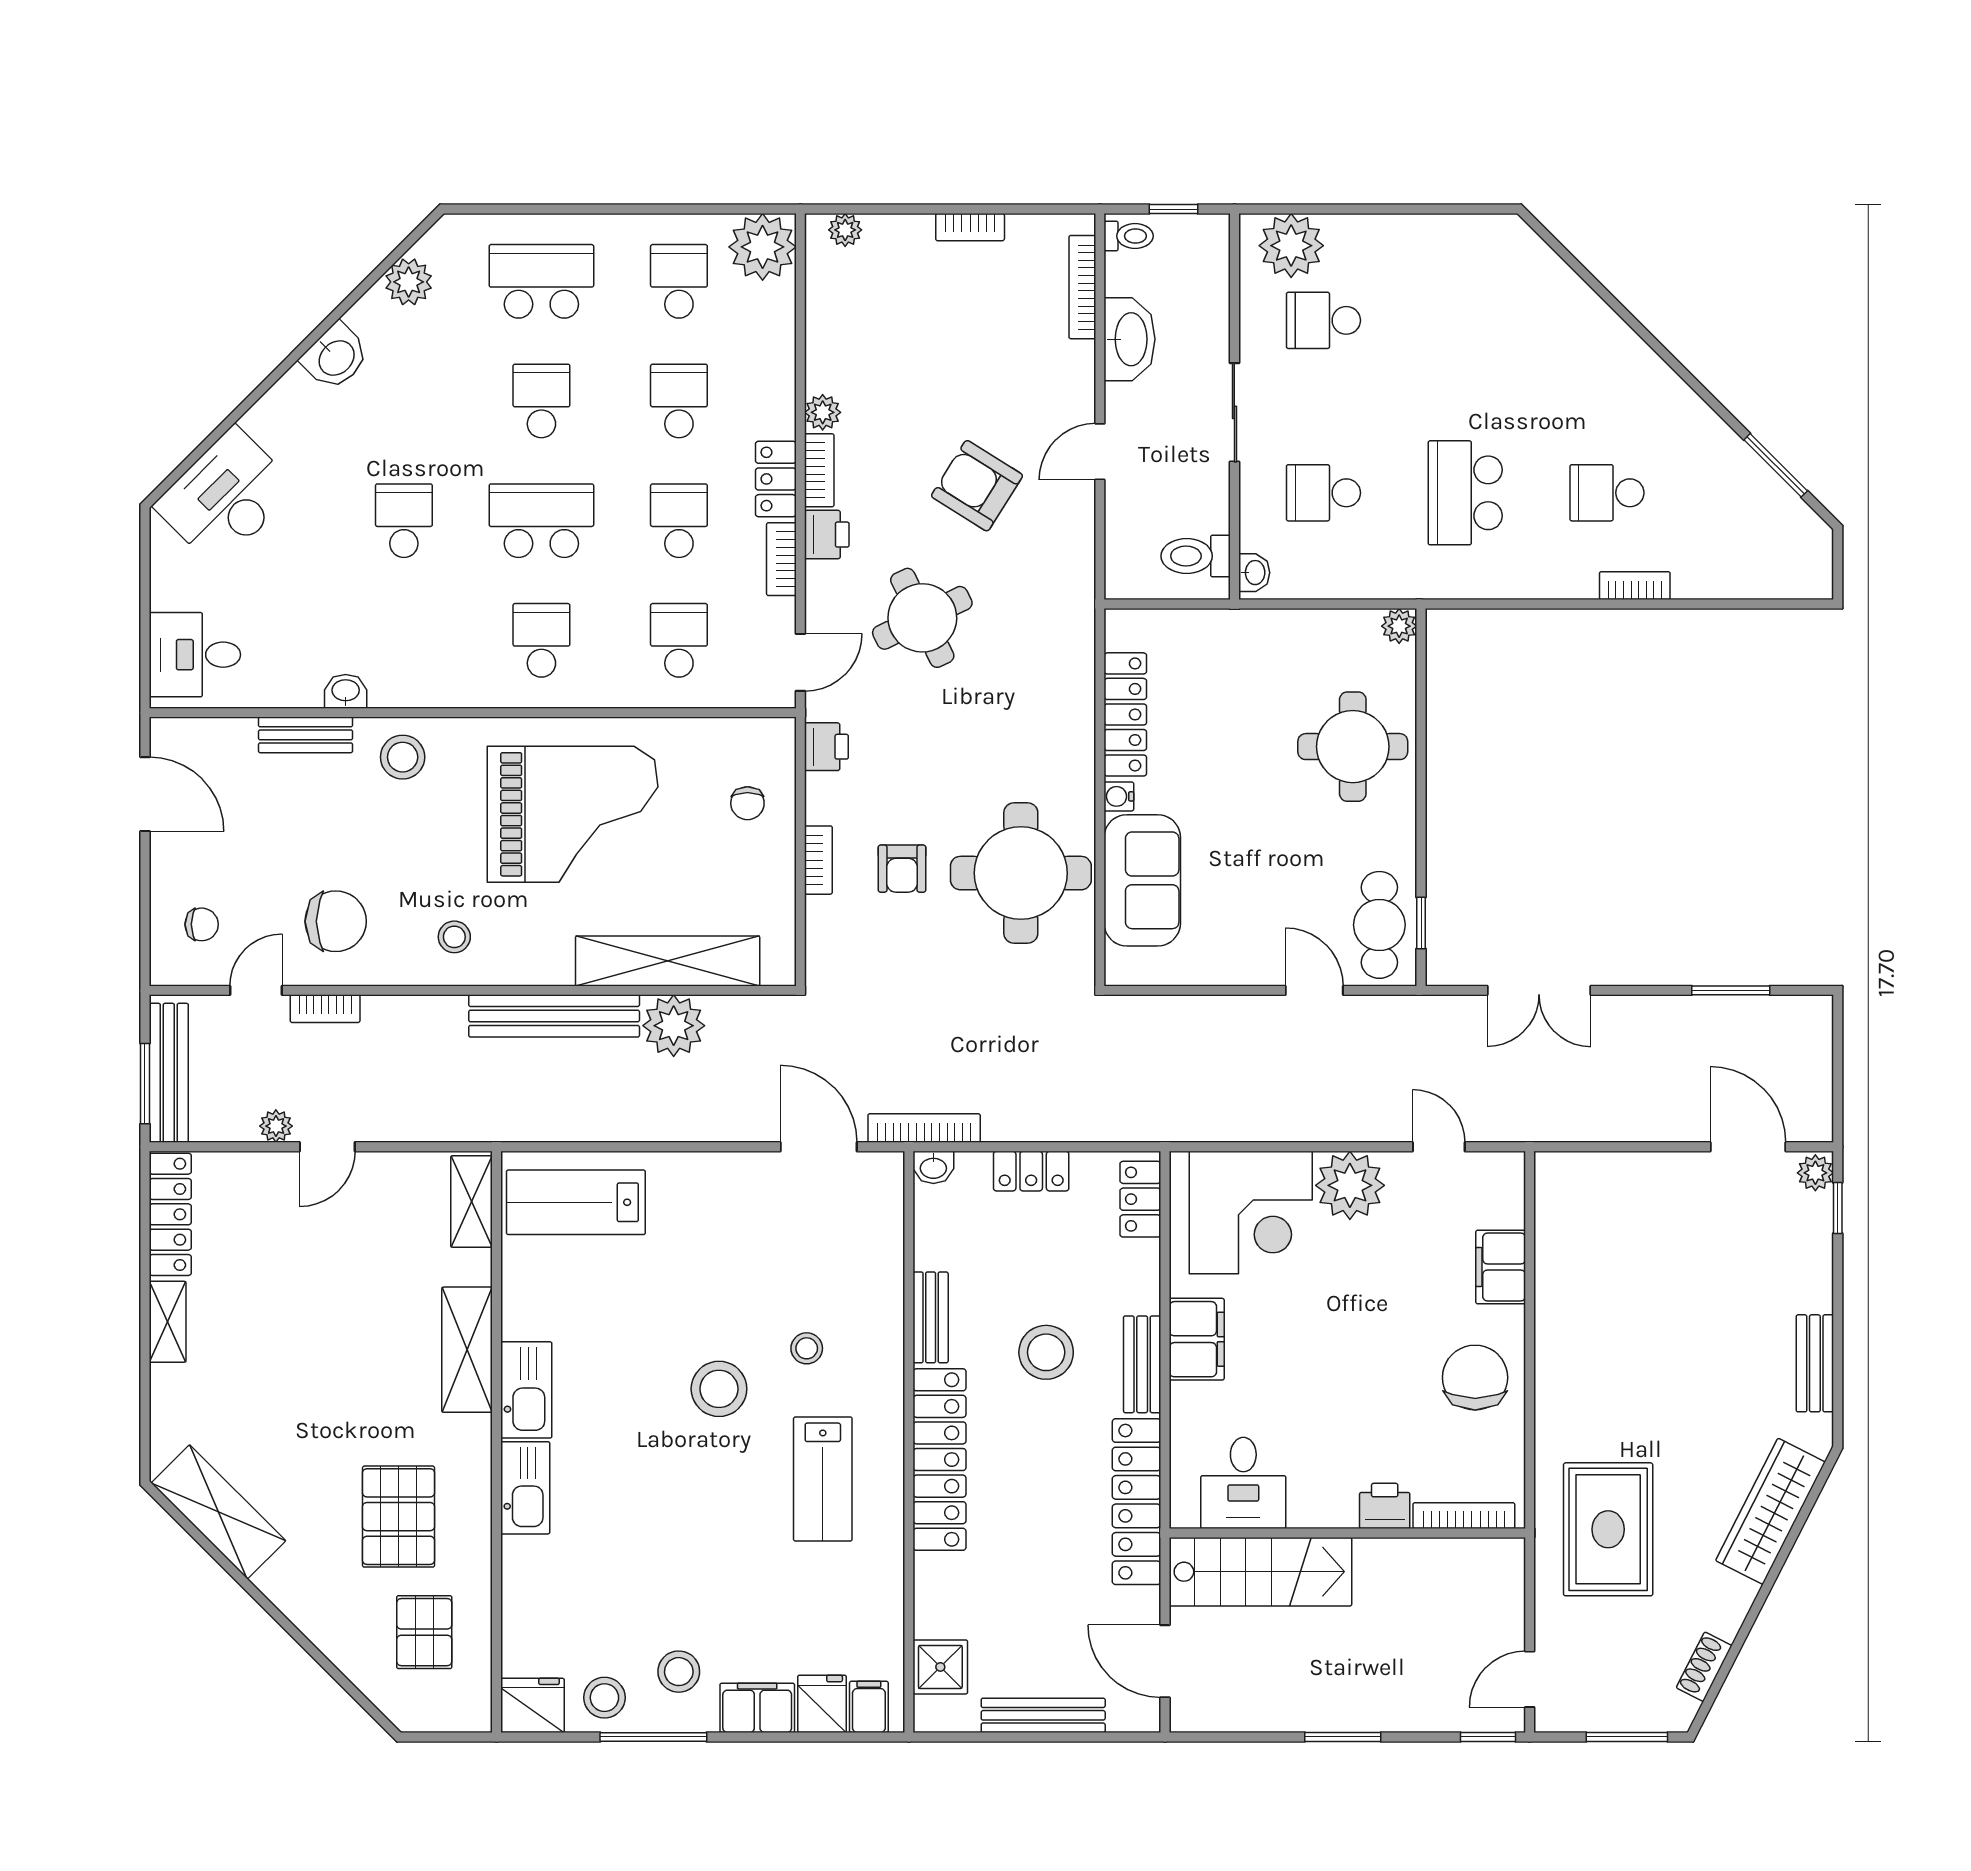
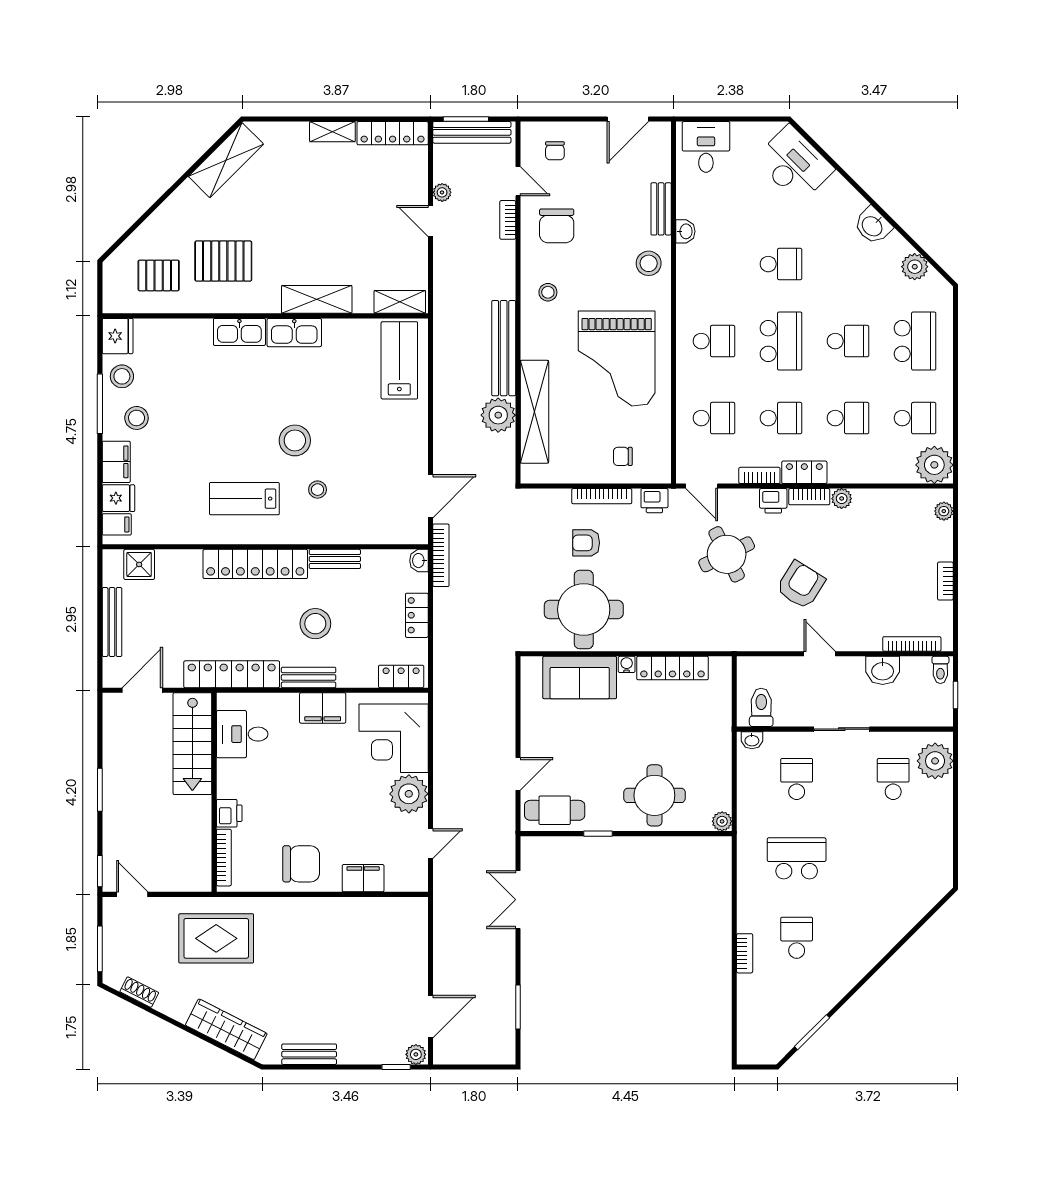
washbasin: (1130, 339) -> (883, 670), width x0.72
bookcase: (818, 860) -> (602, 496), width x1.56
window: (1421, 923) -> (598, 834), moved

